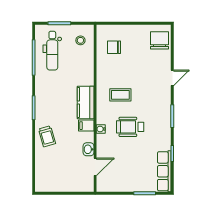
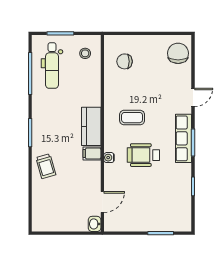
washbasin: (89, 149) -> (95, 224), moved
row of seats: (164, 171) -> (184, 138), moved

